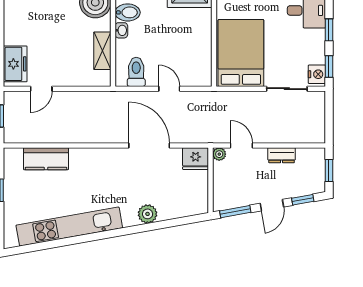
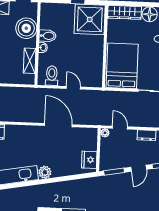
fridge: (196, 159) -> (89, 160), moved, turned 90
plant: (148, 214) -> (45, 172), moved

